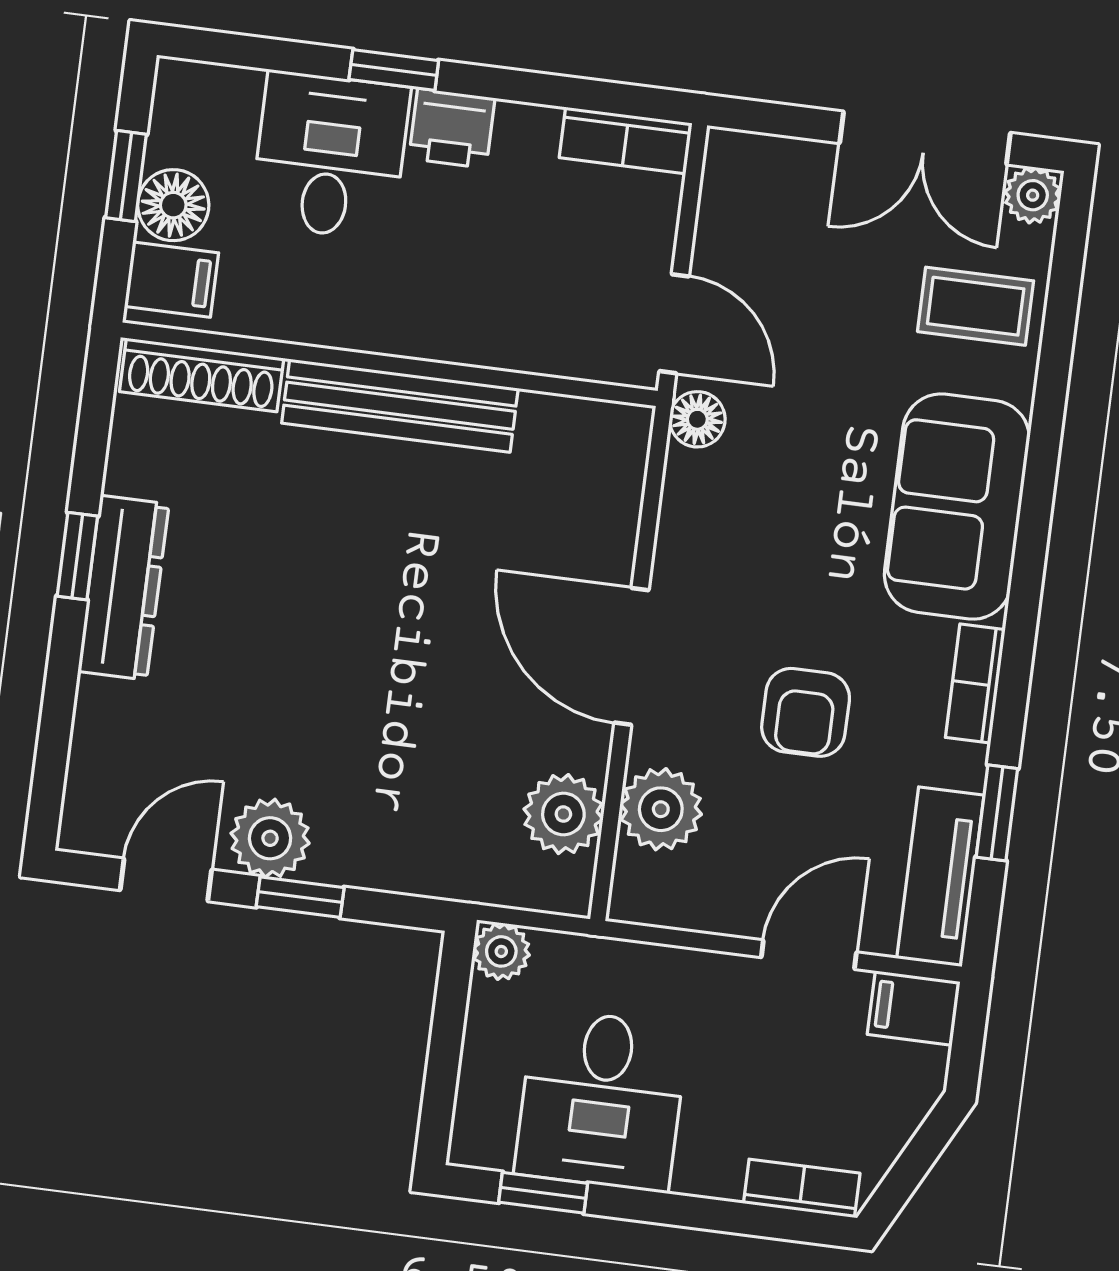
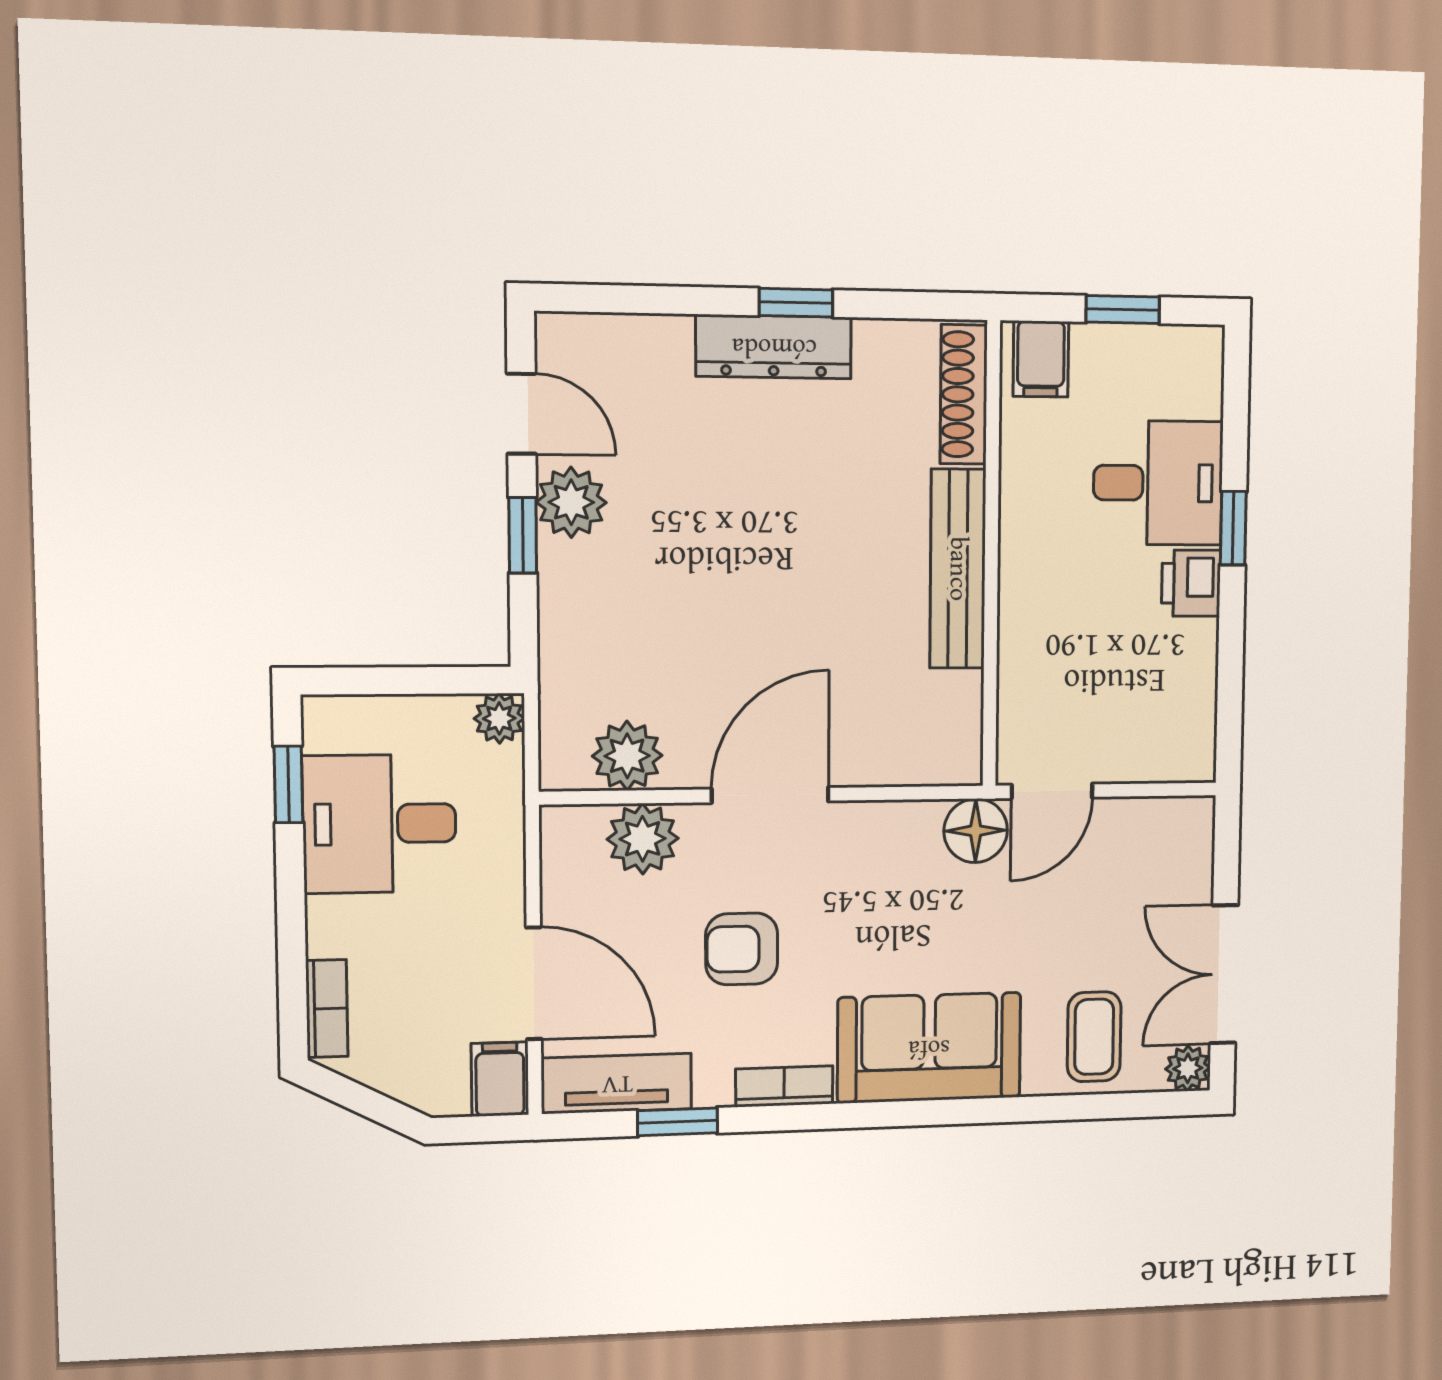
bookcase: (626, 141) -> (1196, 730), removed
floor lamp: (173, 205) -> (1103, 353), removed
floor lamp: (697, 419) -> (976, 831), width x1.37, depth x1.37
door: (809, 955) -> (534, 983), width x1.38

